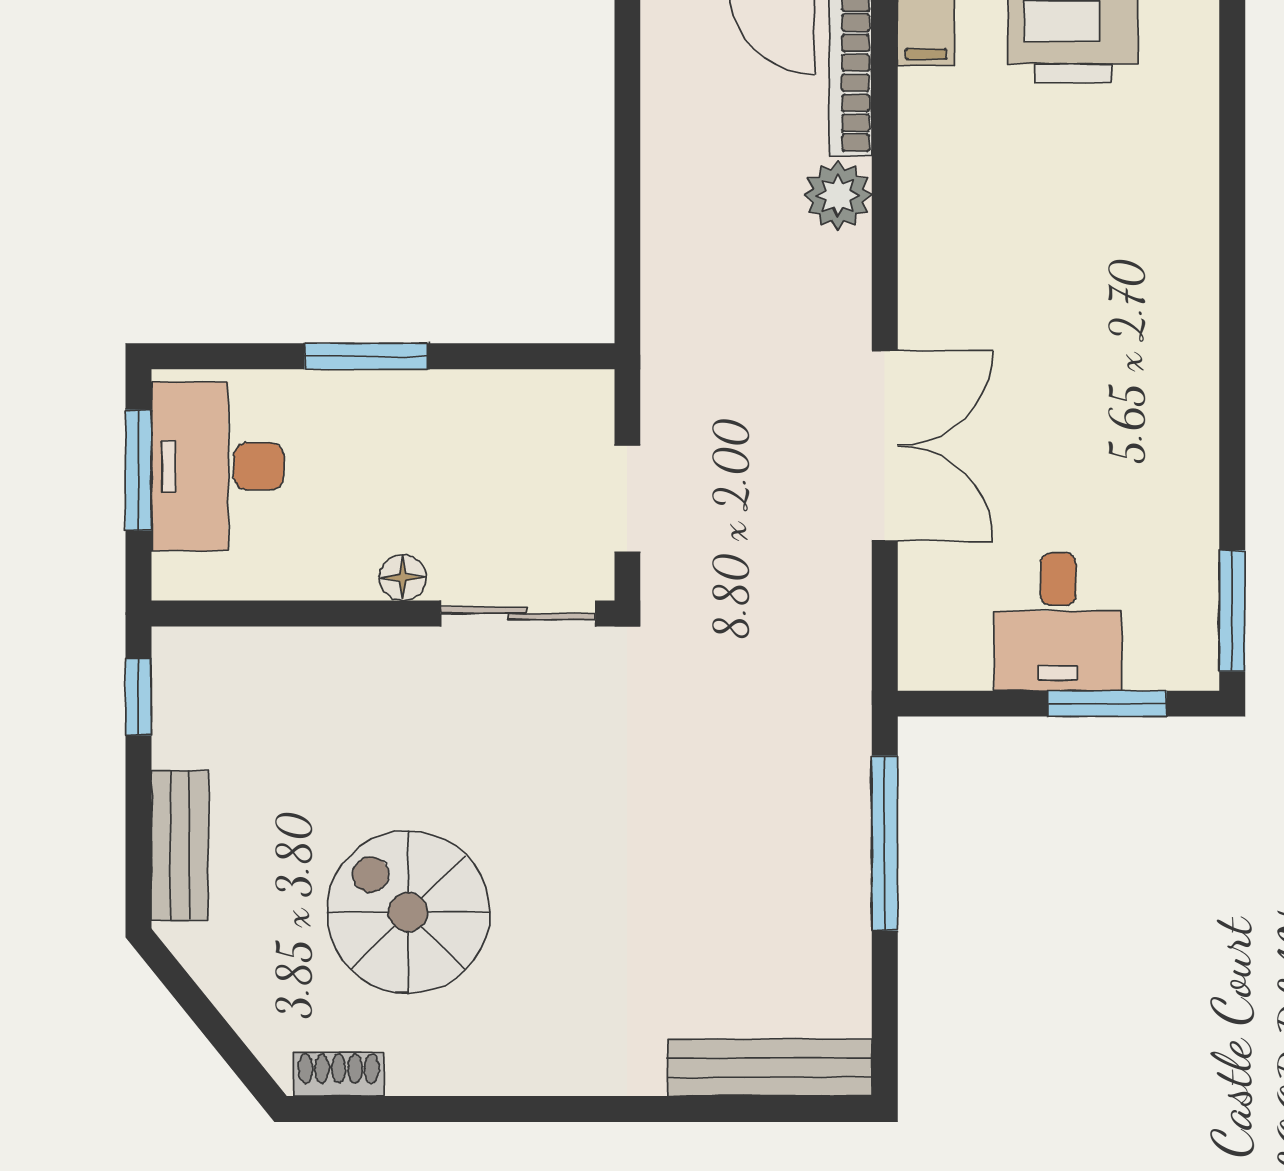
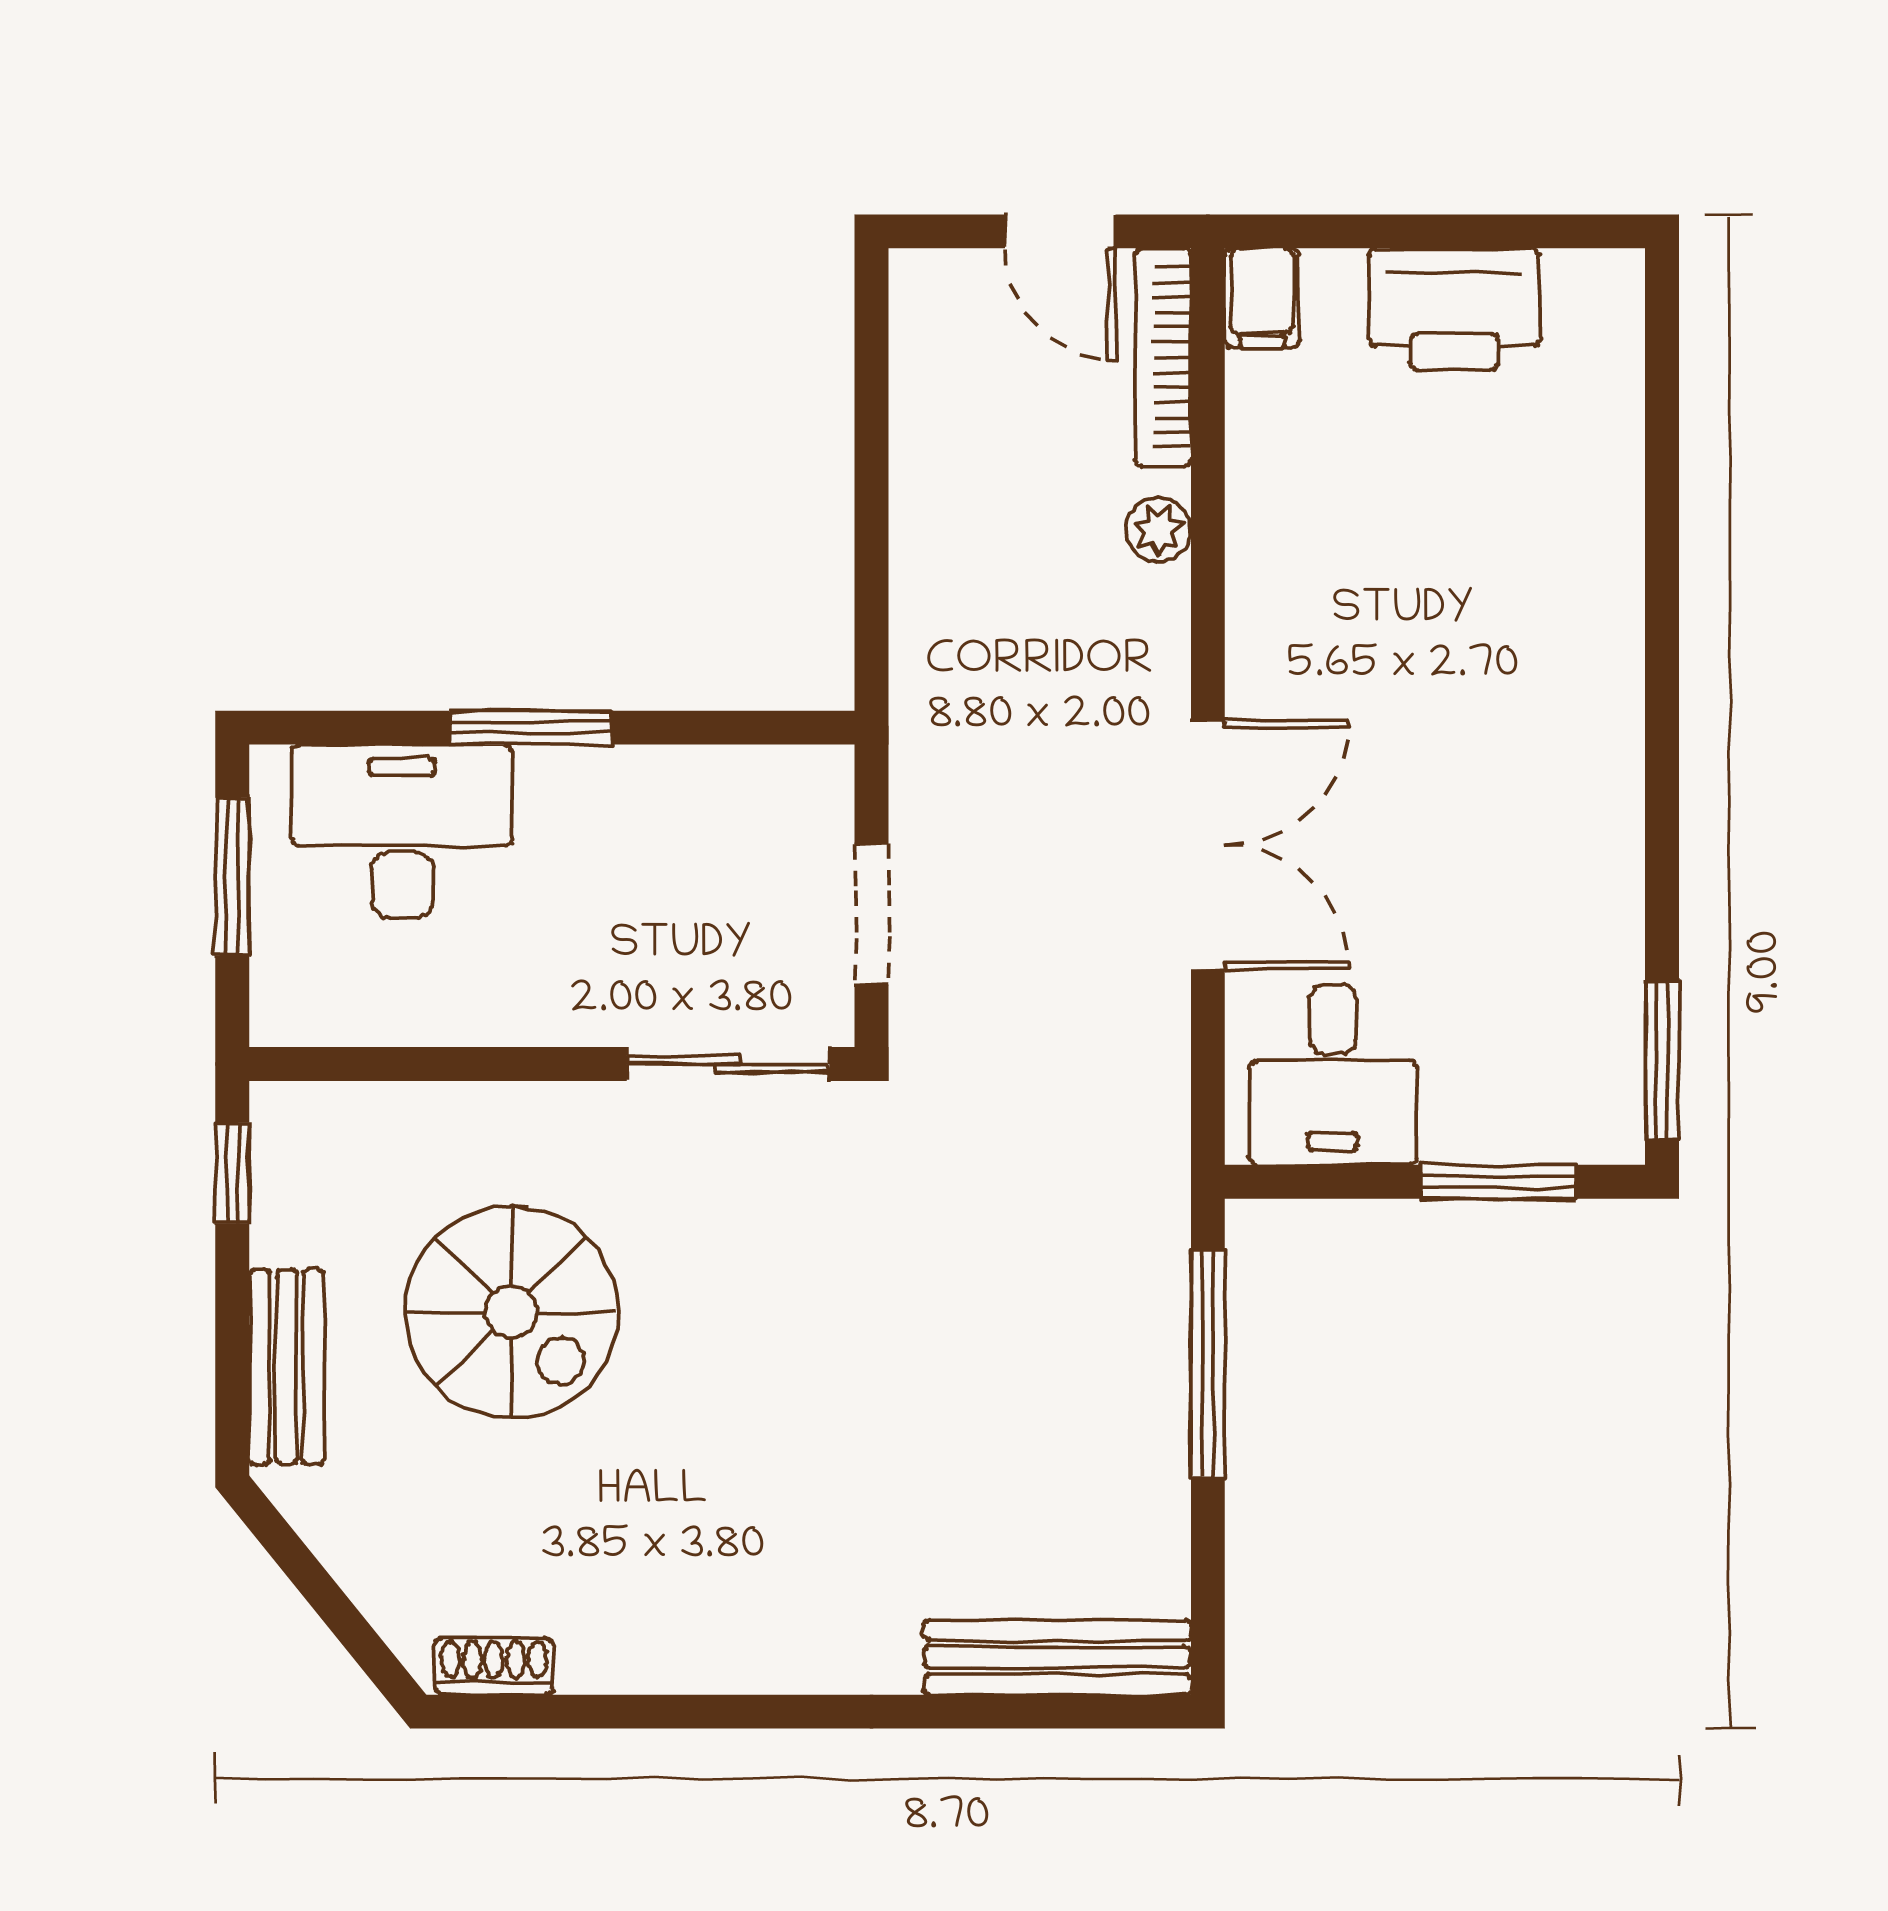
plant: (838, 195) -> (1159, 530), width x0.73, depth x0.73
desk: (218, 466) -> (402, 831), moved, turned 90
floor lamp: (403, 578) -> (578, 1017), removed
desk: (1058, 622) -> (1333, 1075), moved
spiral stairs: (408, 912) -> (512, 1312), moved, turned 180

